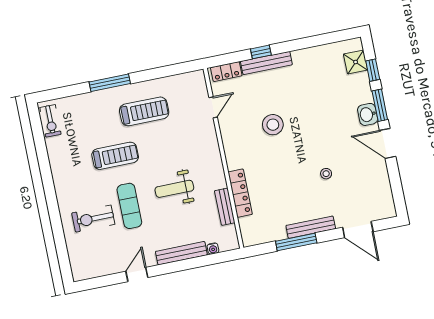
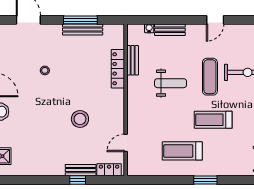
bench: (266, 63) -> (81, 170), width x0.73
window: (110, 83) -> (205, 180), width x0.69
bench: (311, 227) -> (83, 29), moved
bench: (181, 253) -> (170, 30), width x0.73

